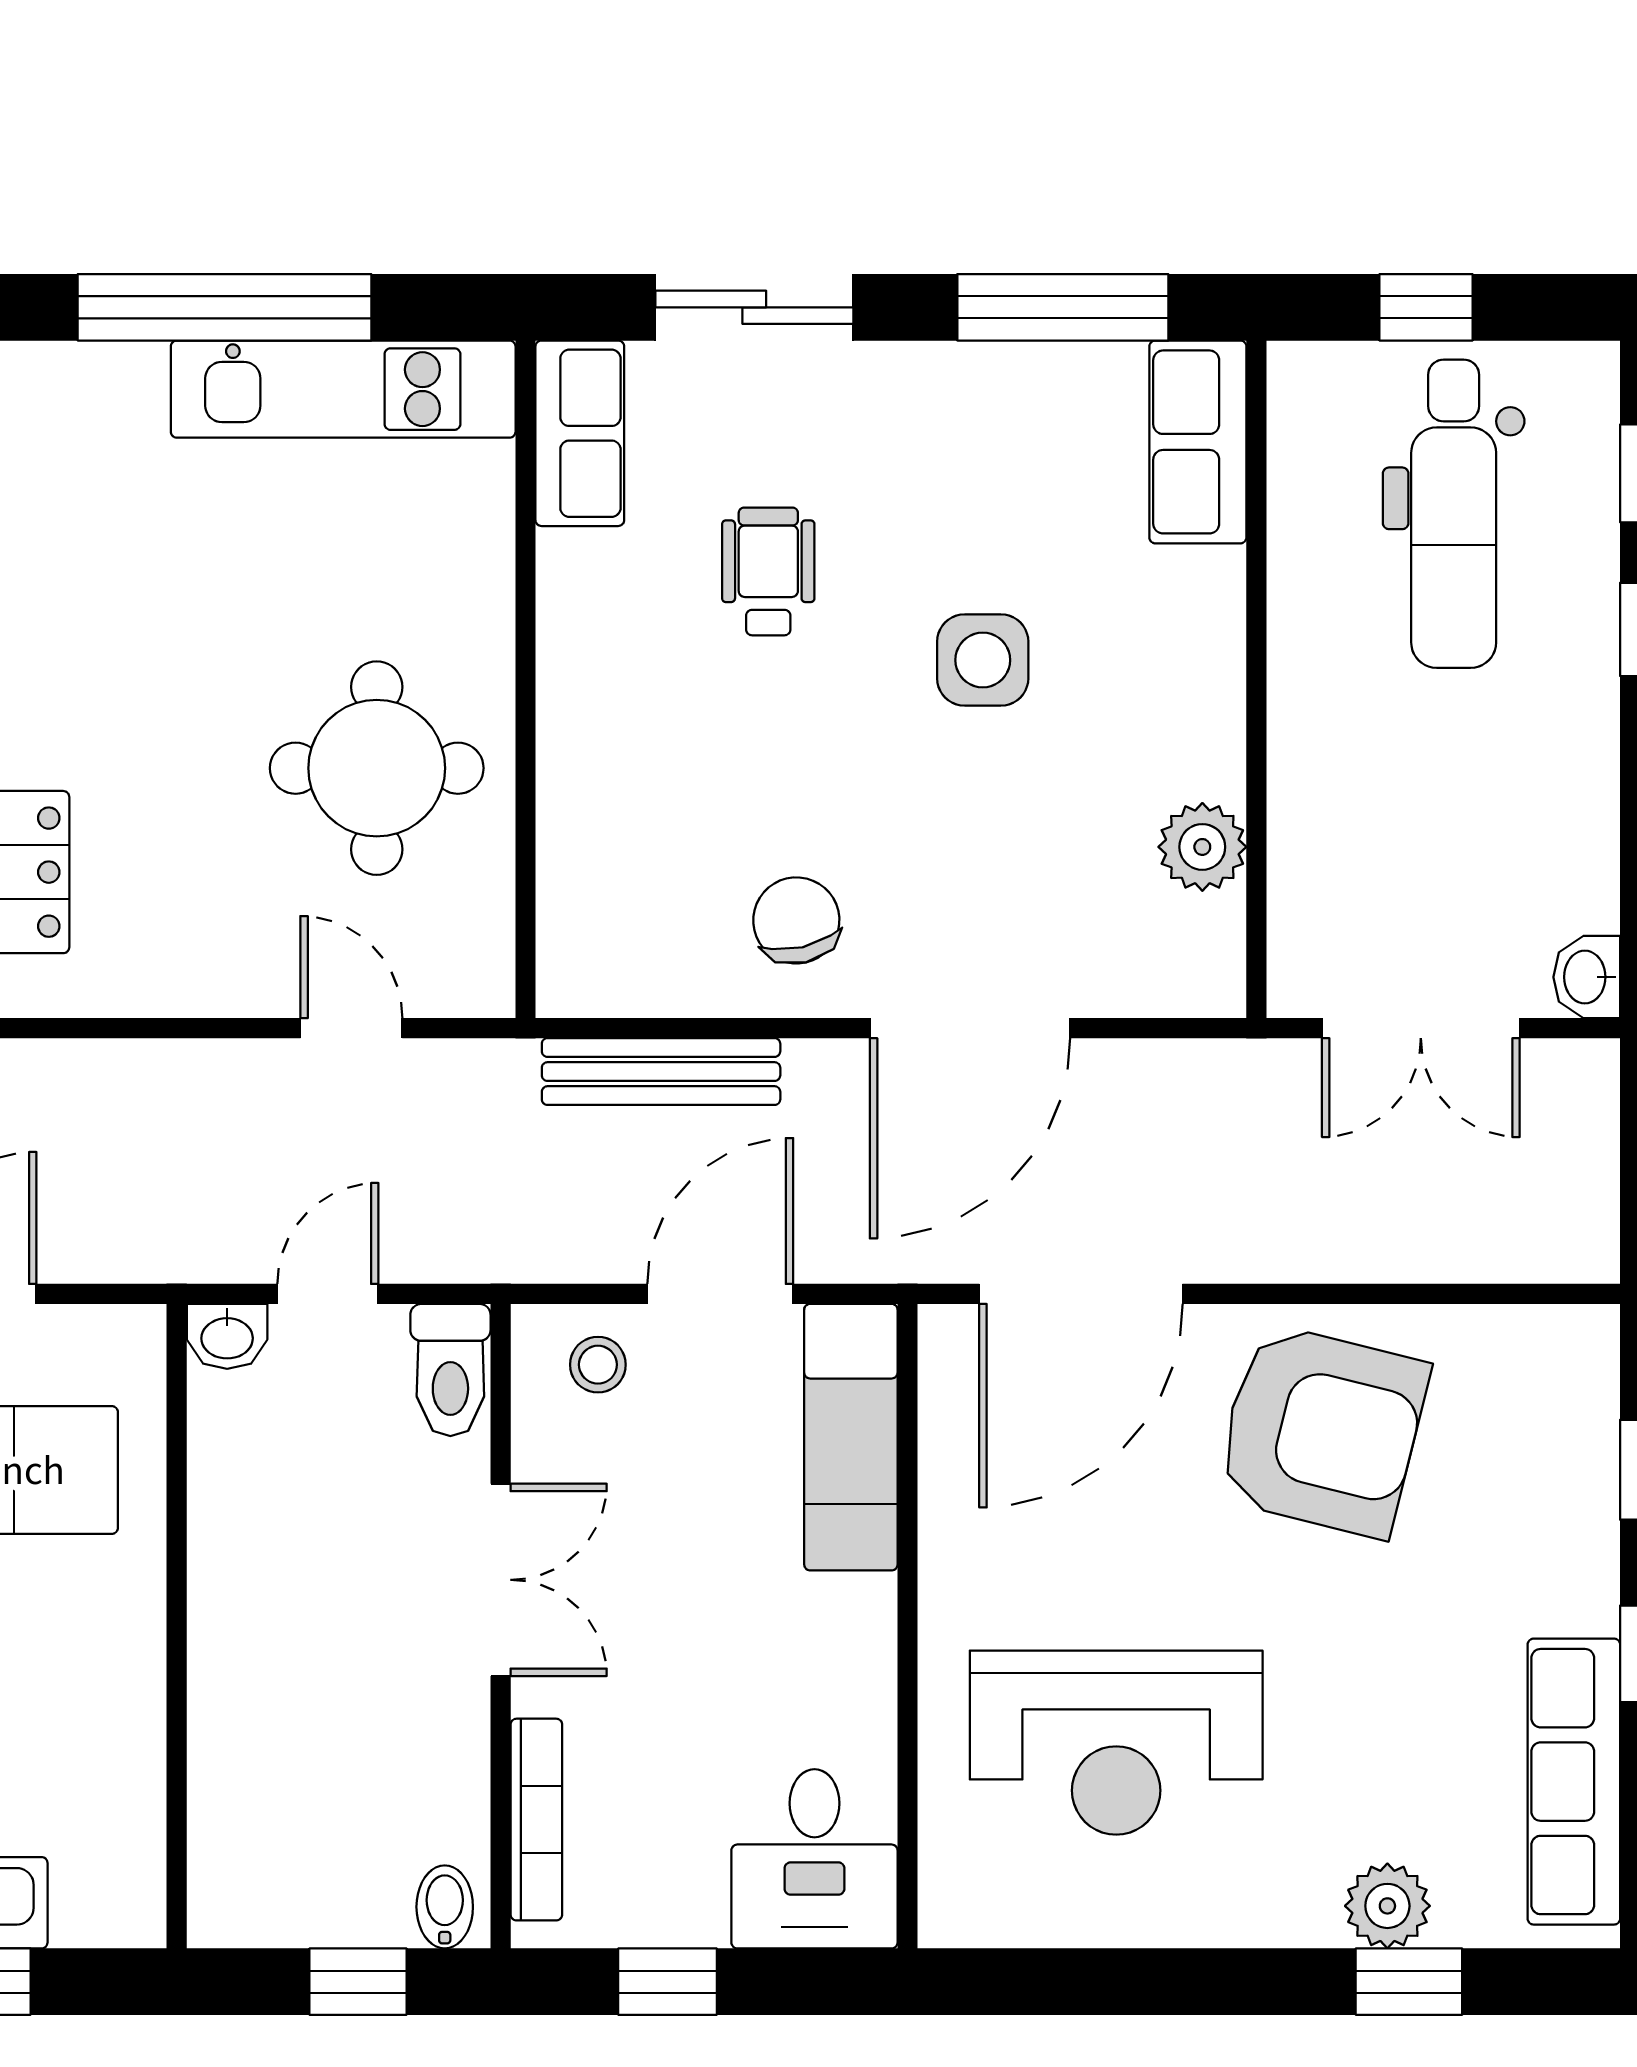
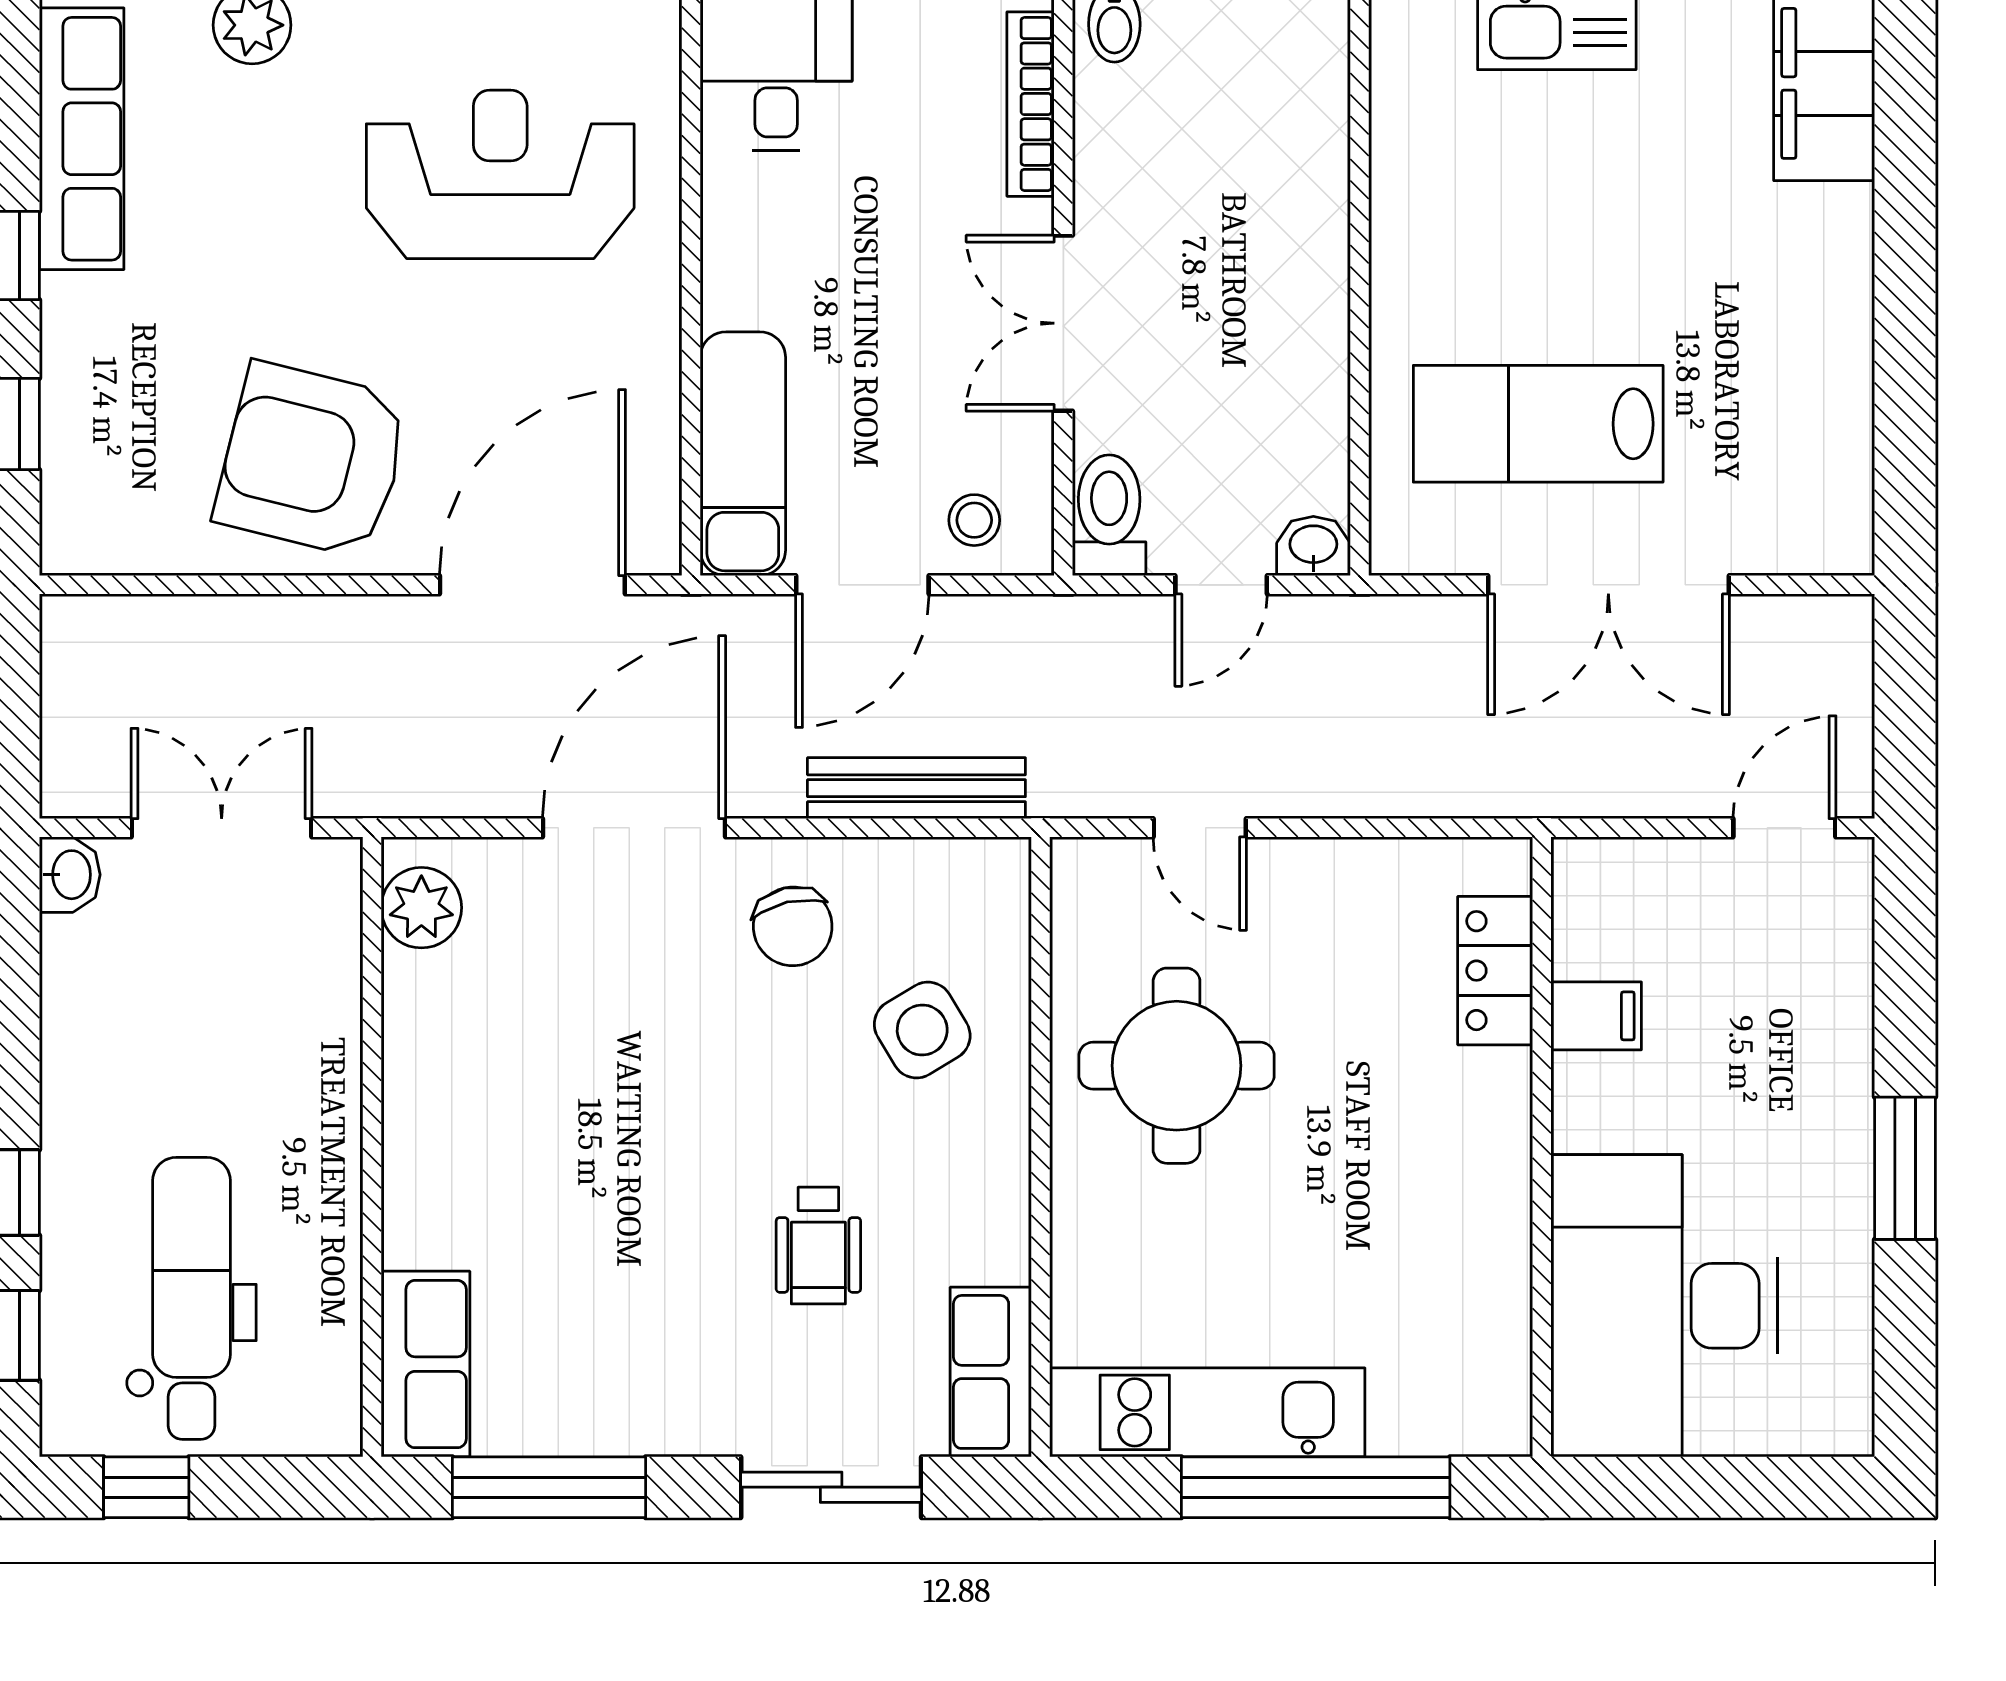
window: (1426, 307) -> (146, 1487), moved
side table: (983, 660) -> (922, 1030), moved, turned -31
plant: (1202, 847) -> (421, 908), moved

